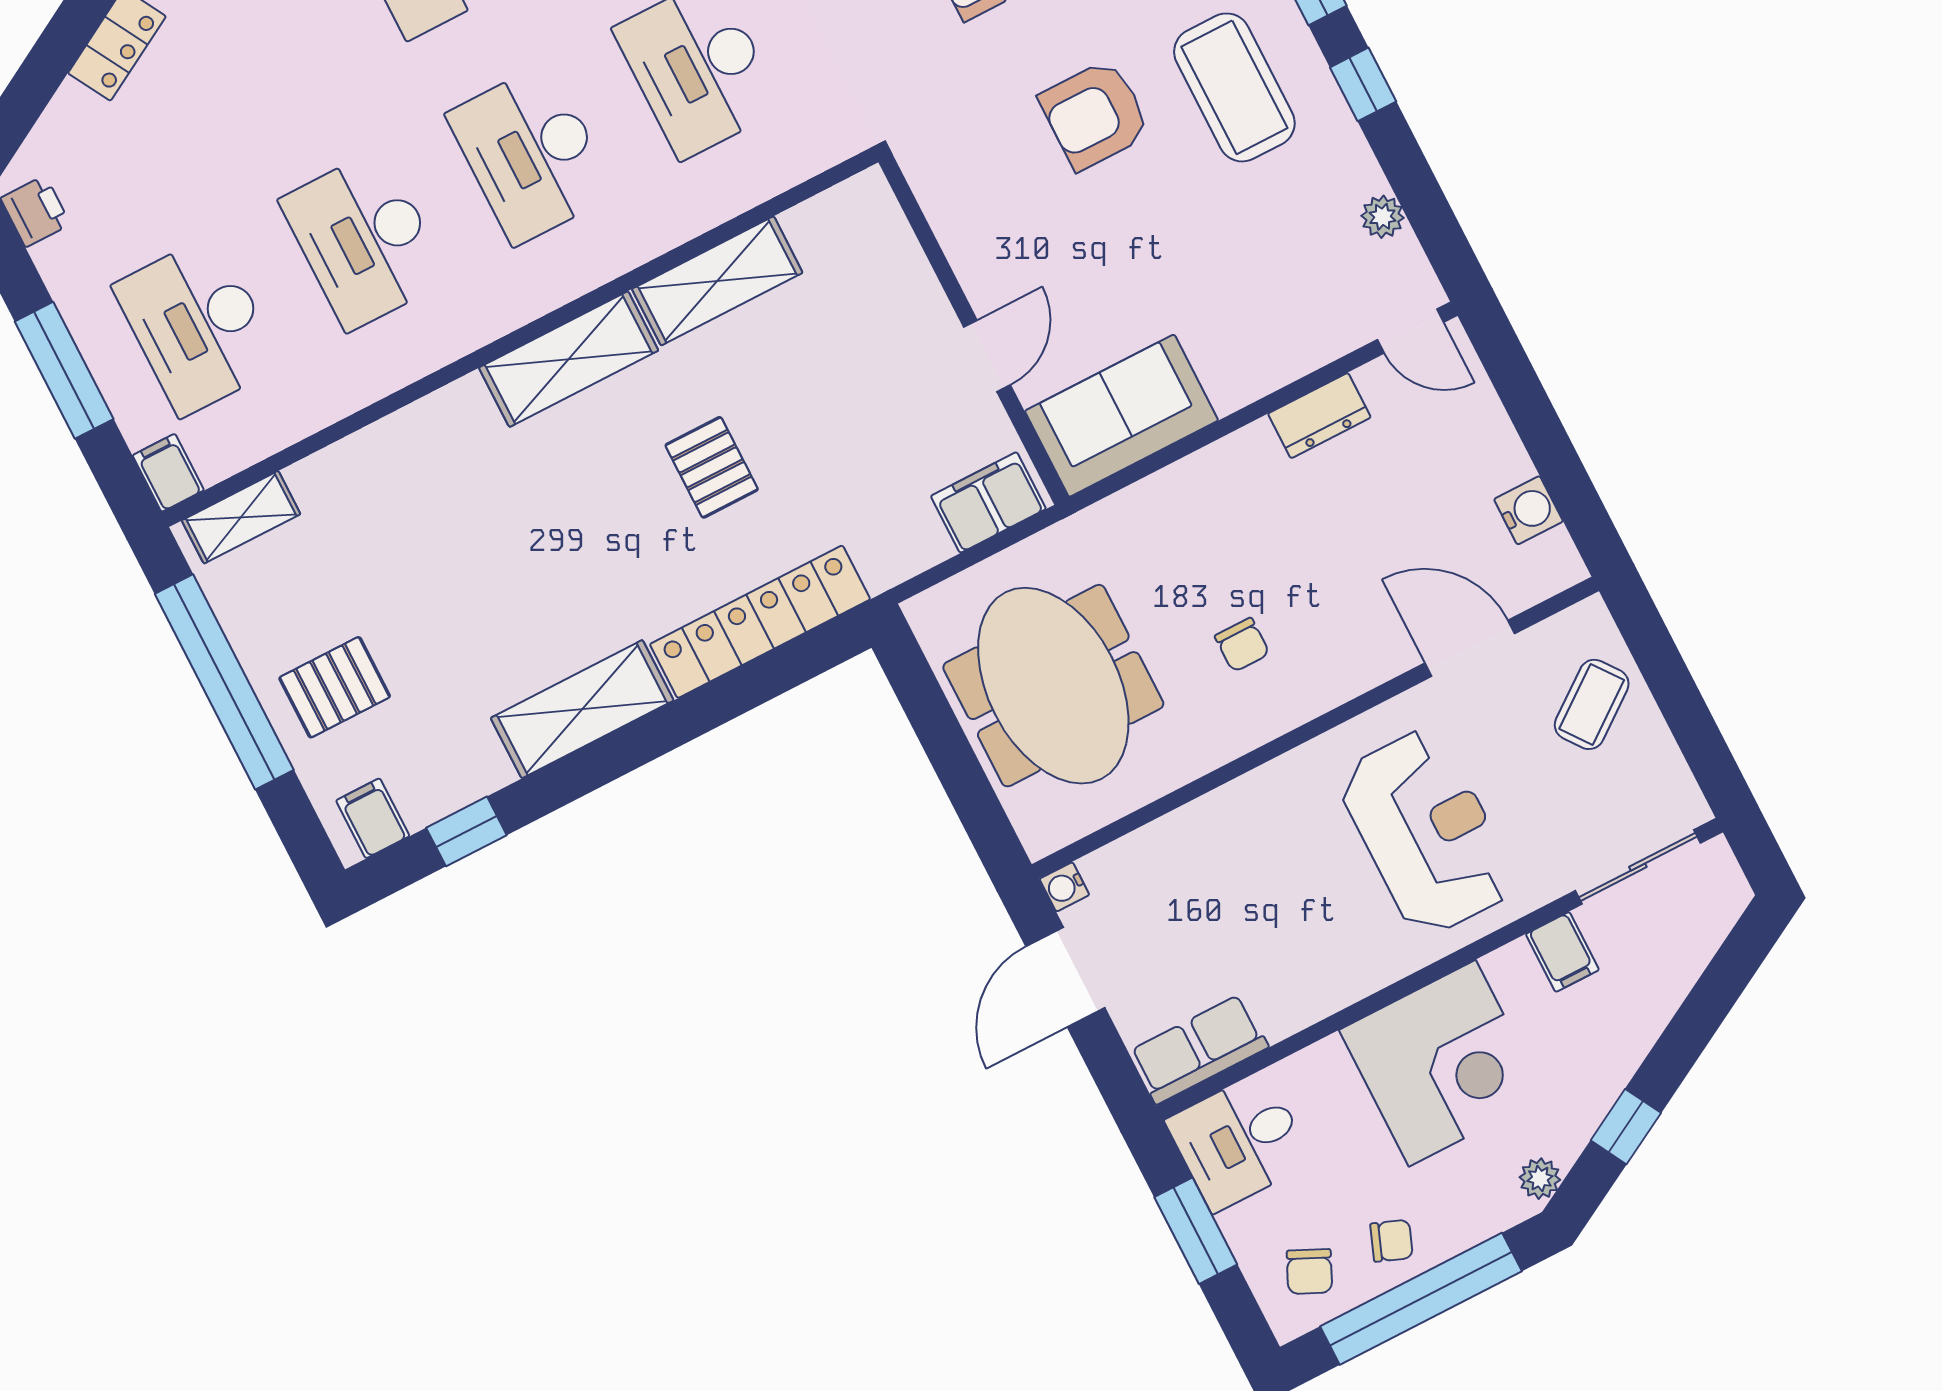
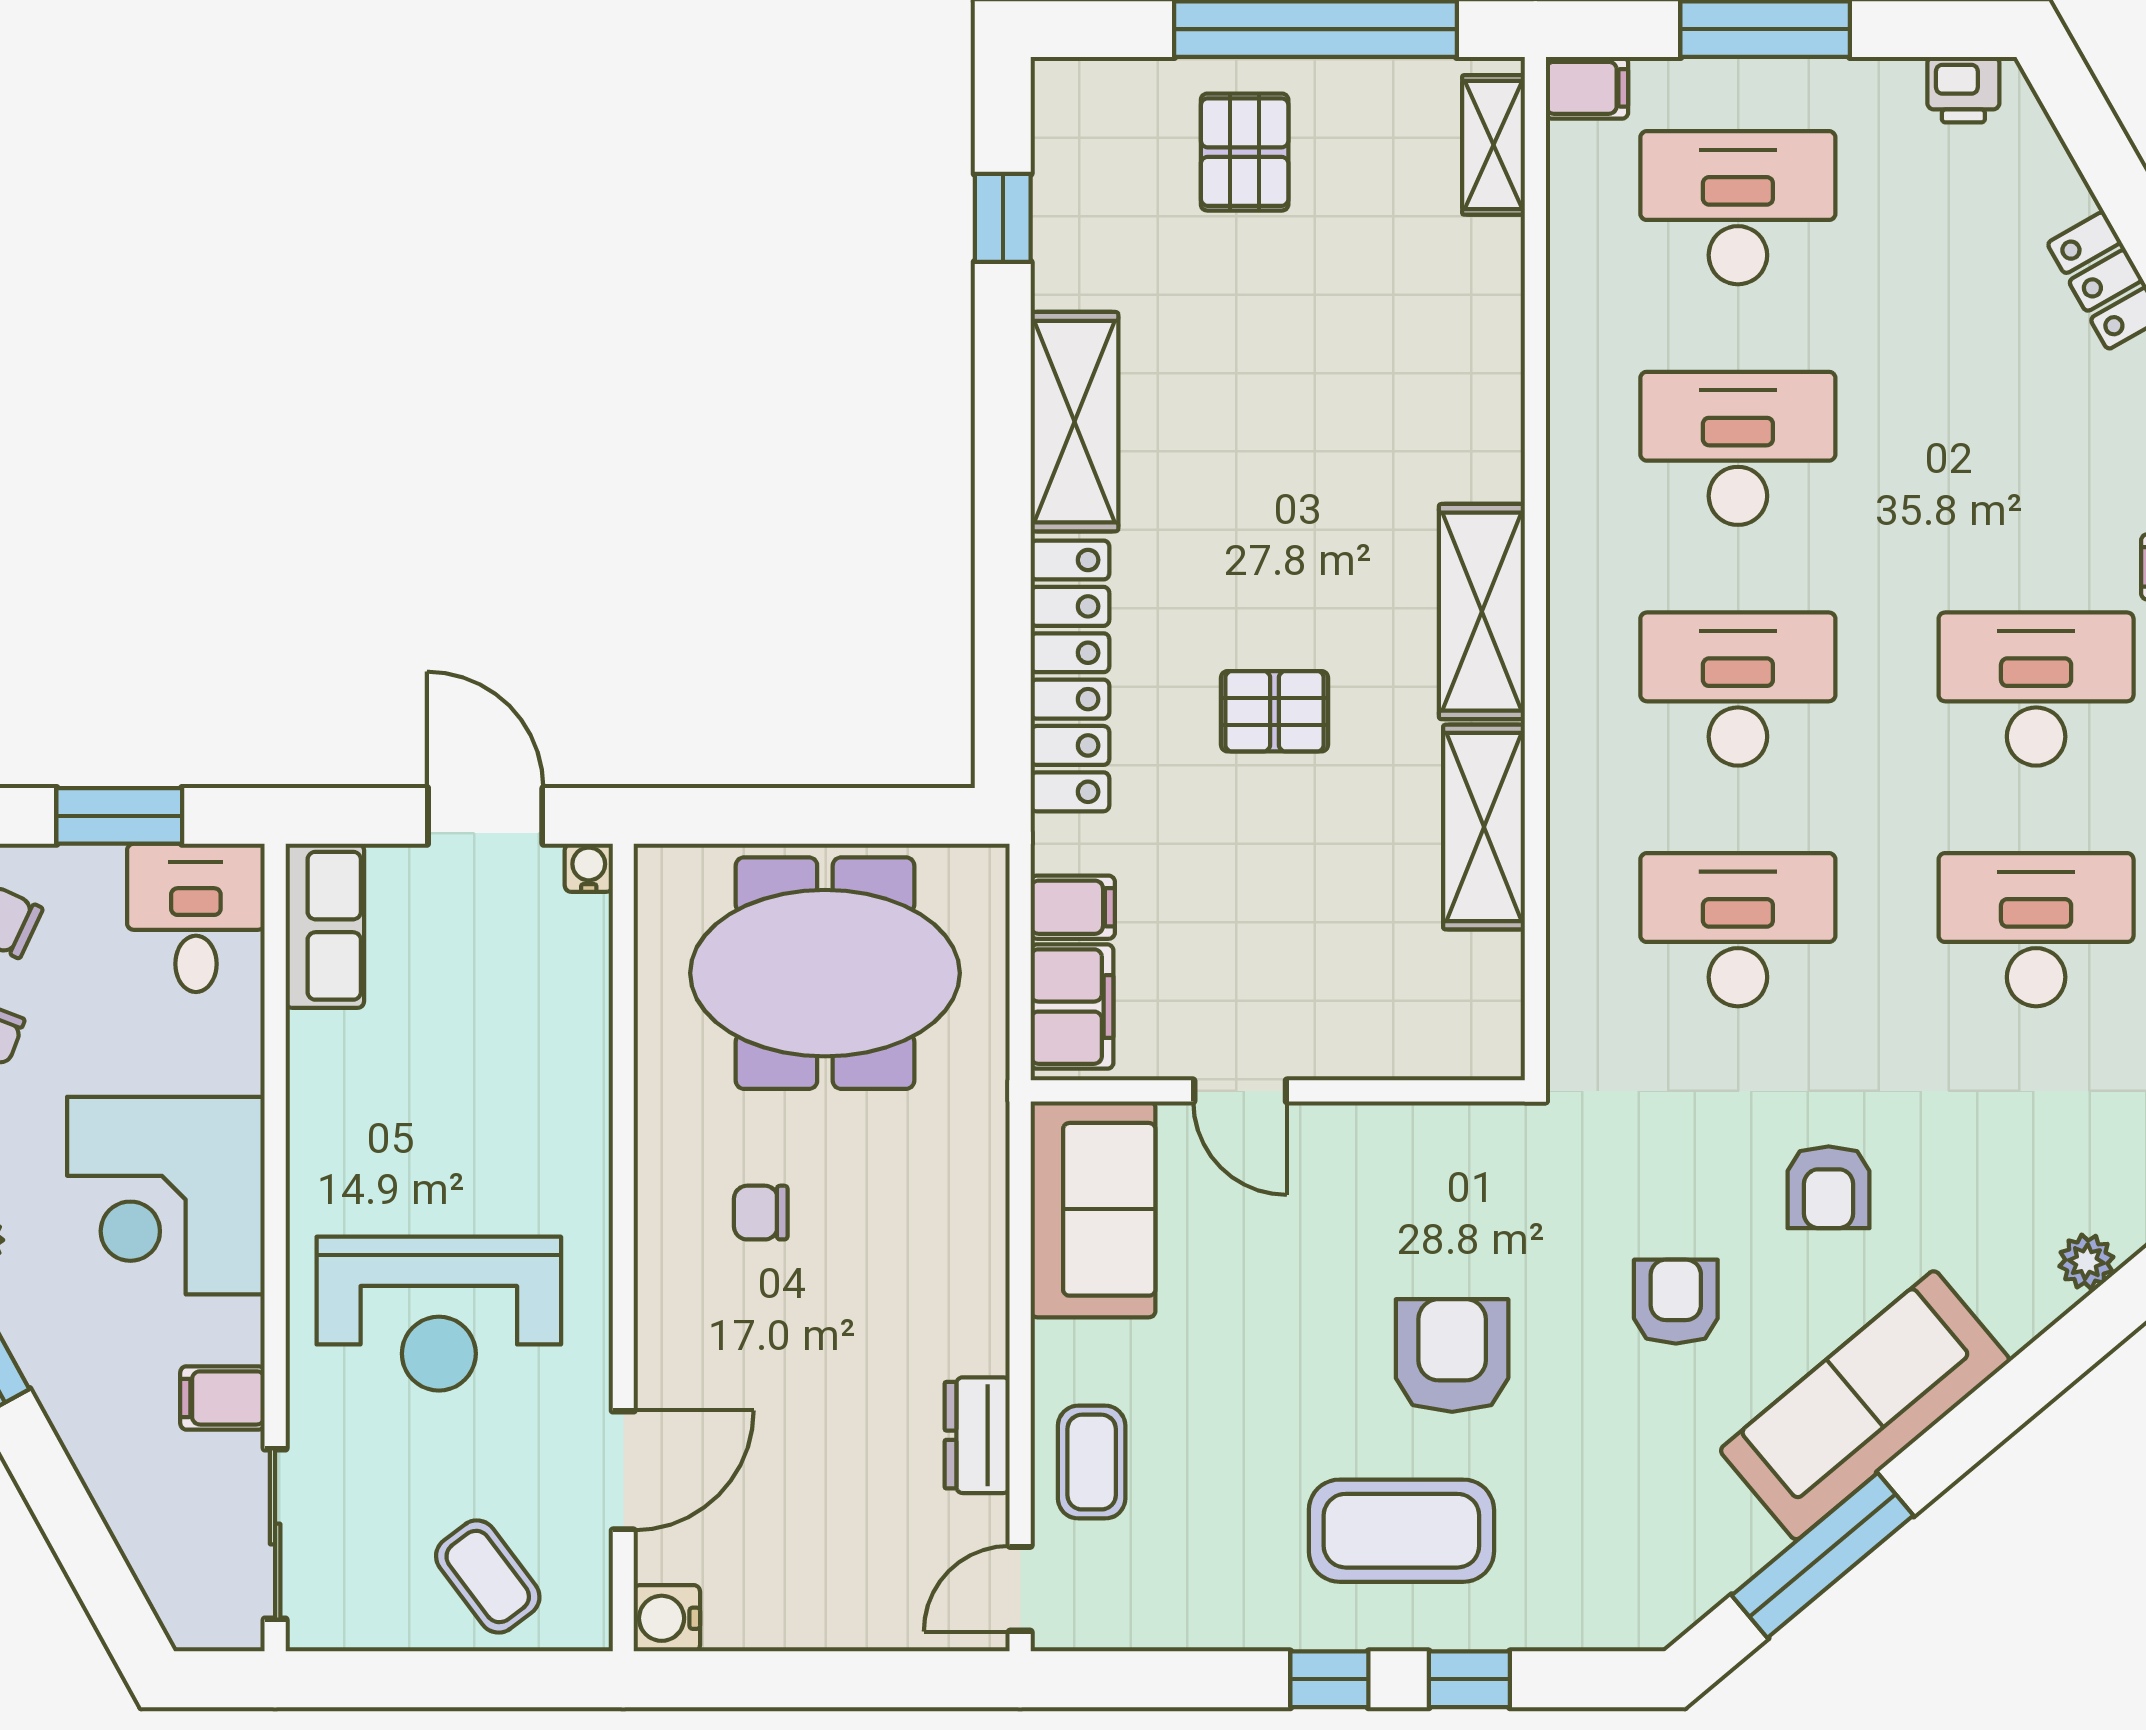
plant: (1382, 217) -> (1167, 1624), removed
coffee table: (1297, 327) -> (1092, 1462), added
water cooler: (1528, 510) -> (667, 1618), moved, turned 90
filing cabinet: (373, 818) -> (1073, 907), moved

